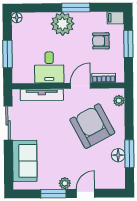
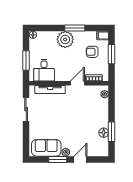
desk: (49, 67) -> (44, 70), moved
armchair: (92, 126) -> (86, 112), removed
sofa: (25, 161) -> (46, 148), moved, turned -90

